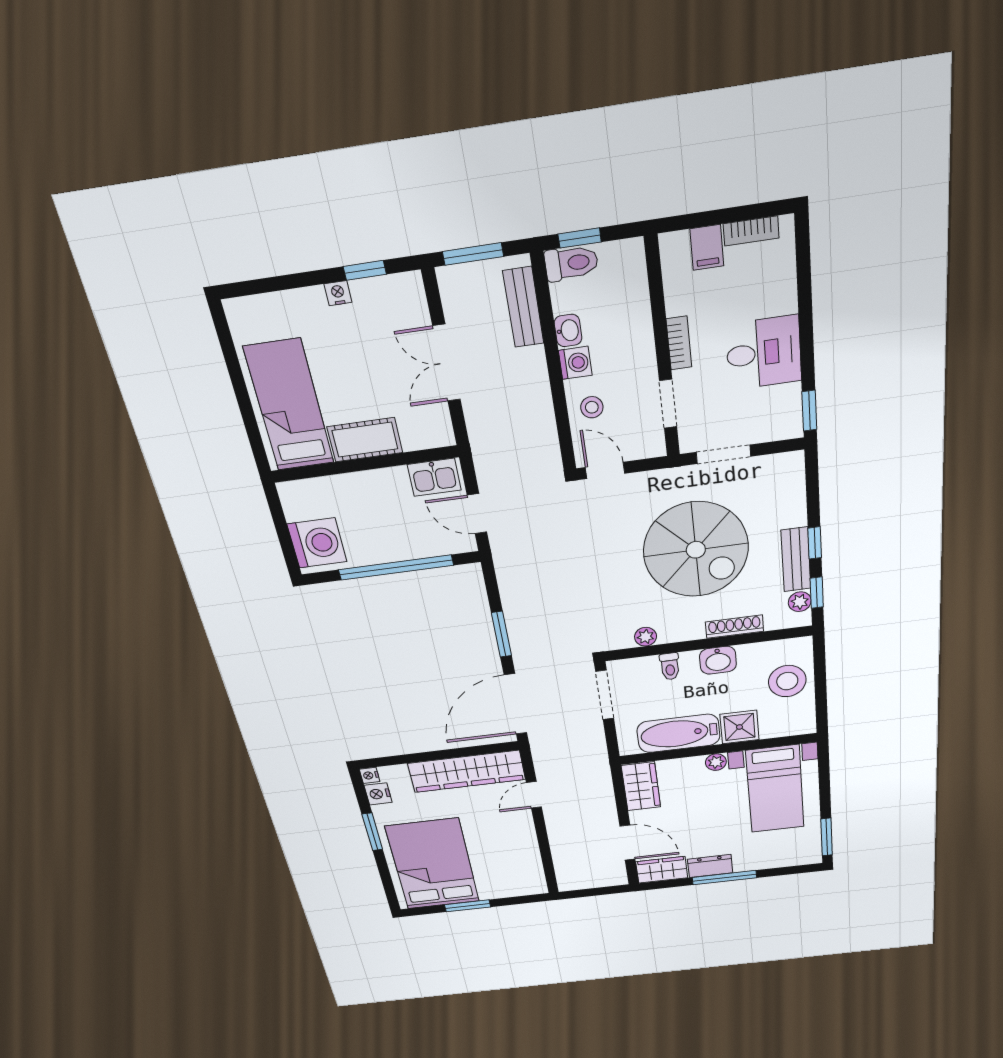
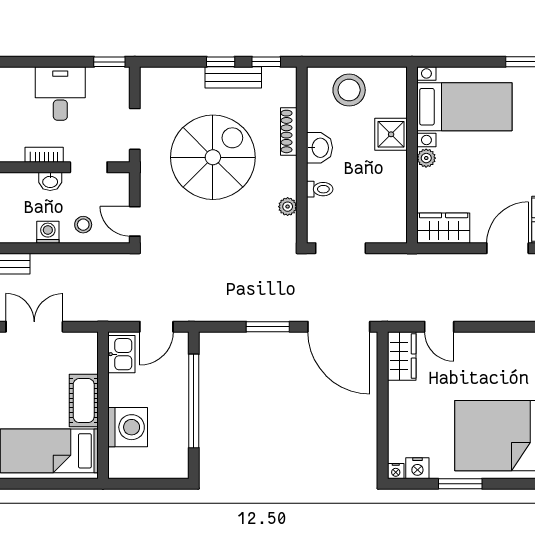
washbasin: (568, 330) -> (50, 181), moved, turned 180
double door: (447, 363) -> (34, 327), swing flipped
door: (605, 470) -> (135, 221), hinge flipped
washing machine: (317, 543) -> (128, 427), moved, turned 90
plant: (800, 602) -> (273, 76), removed
bathtub: (678, 733) -> (390, 188), removed
wardrobe: (467, 771) -> (402, 356), width x0.48, depth x0.85

